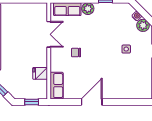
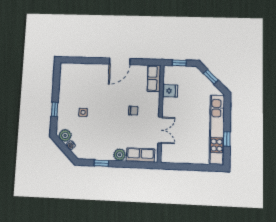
double door: (49, 34) -> (160, 130), swing flipped

